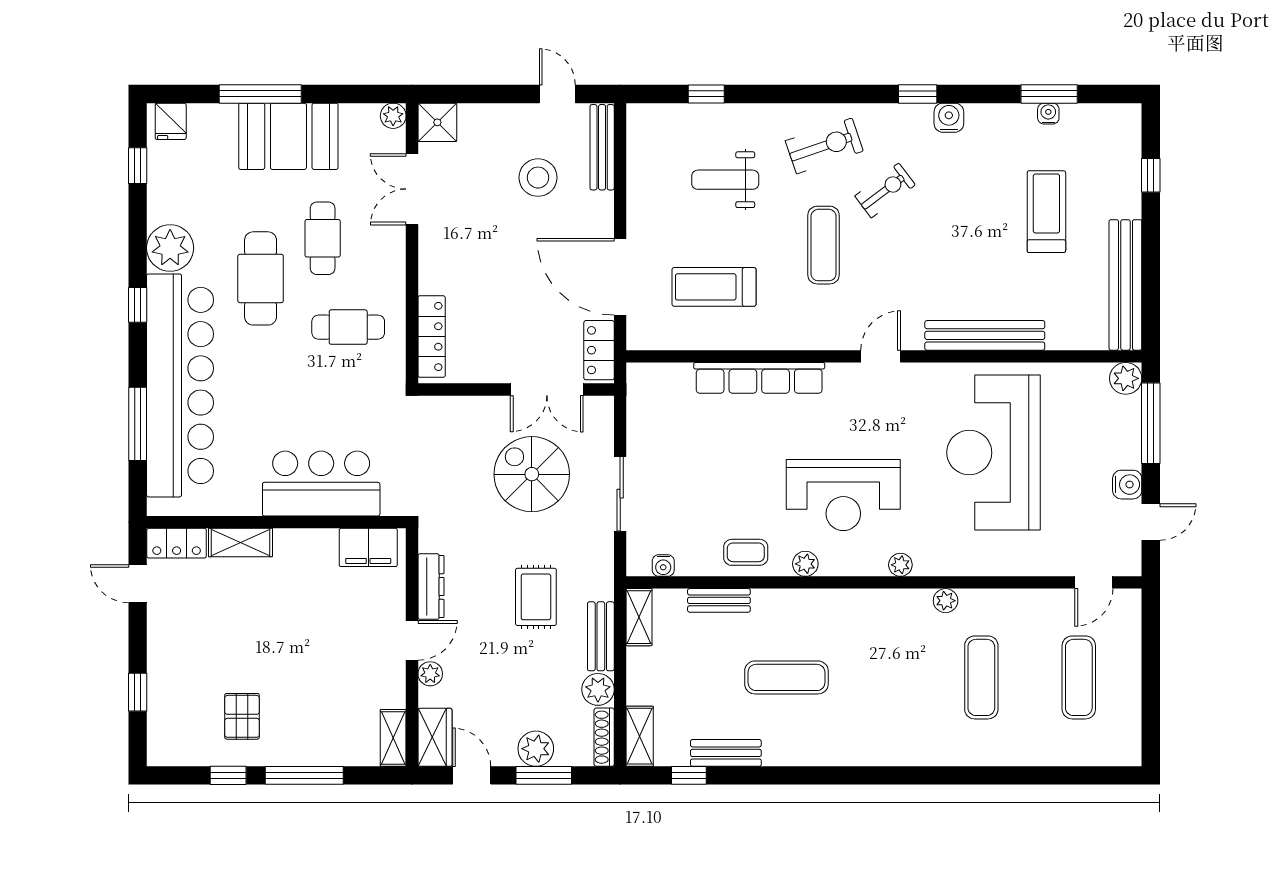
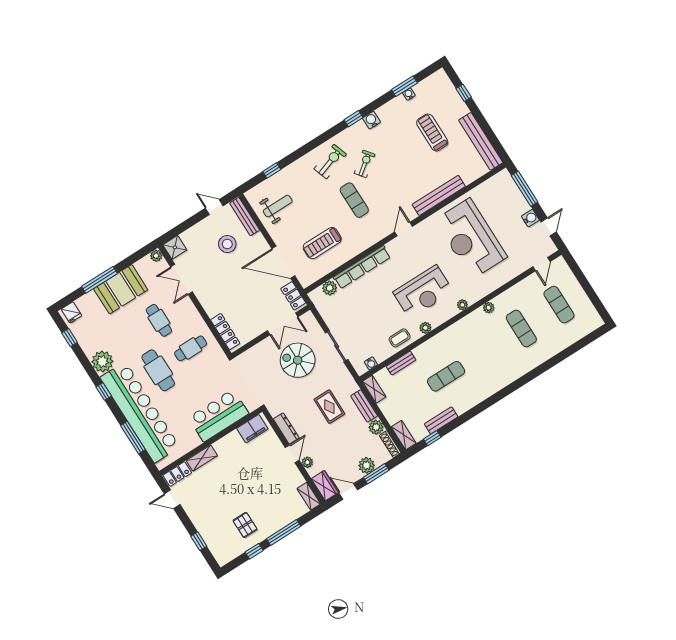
weight bench: (725, 180) -> (278, 206), moved, turned 180
cafe table: (261, 278) -> (158, 370), moved
plant: (1126, 378) -> (330, 288), moved

